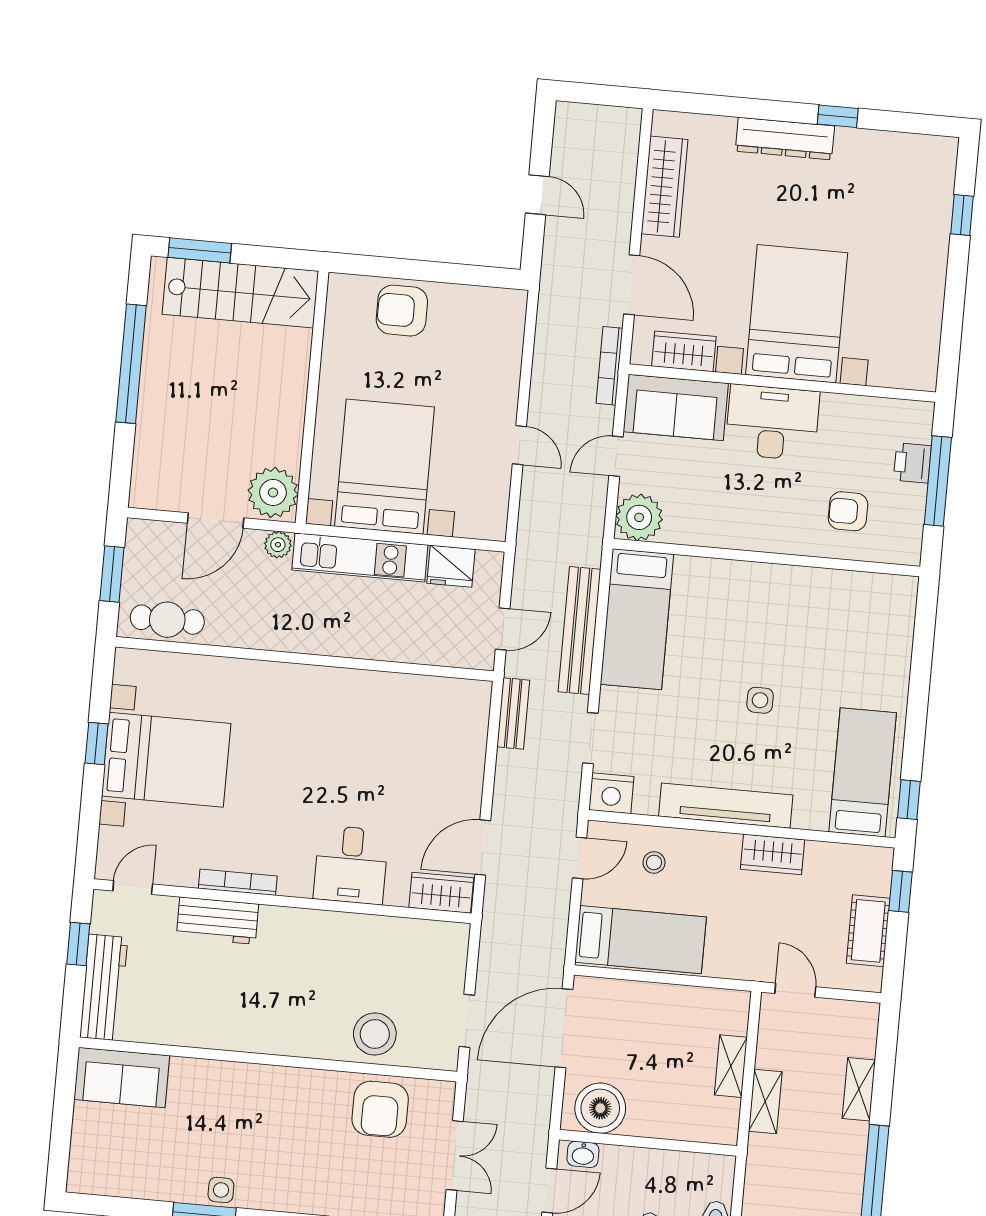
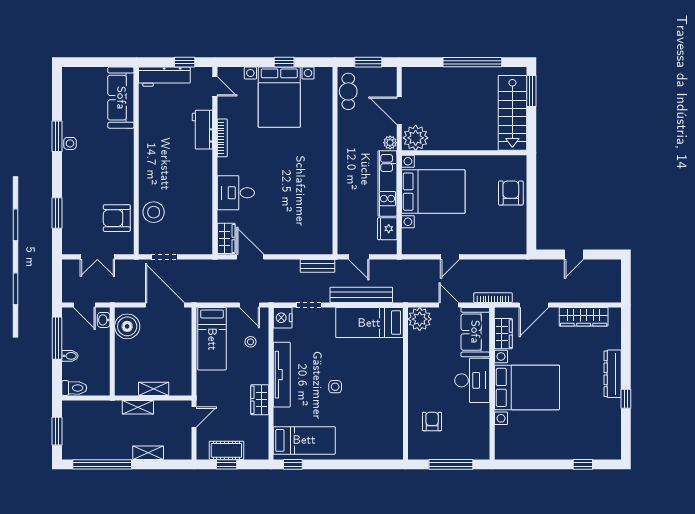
printer: (912, 463) -> (459, 451), removed
window: (900, 891) -> (227, 464), moved
sofa: (122, 1077) -> (121, 98), width x1.36

